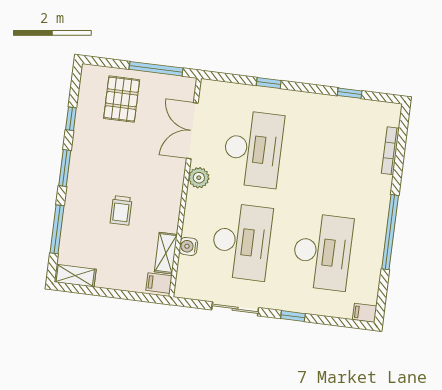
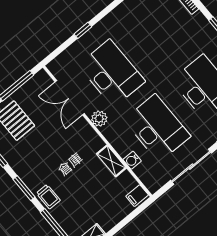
trolley: (121, 210) -> (48, 197), moved
shelving: (166, 253) -> (111, 161), moved
sliding door: (235, 309) -> (191, 167), width x1.37

